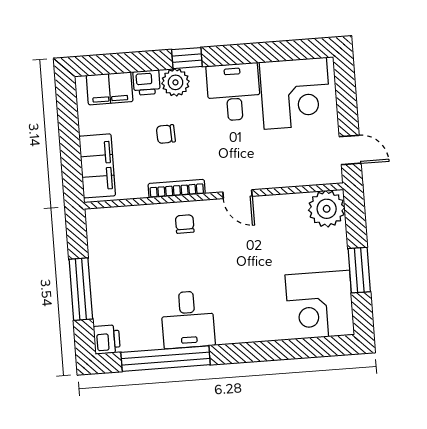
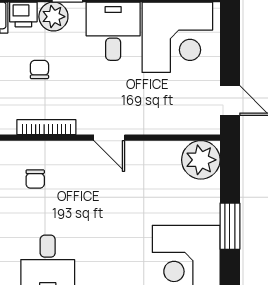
chair: (166, 134) -> (39, 70), turned 92
chair: (185, 224) -> (35, 179), moved, turned 180

